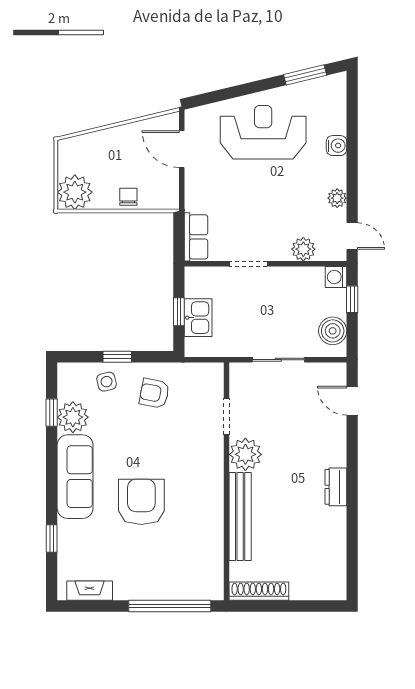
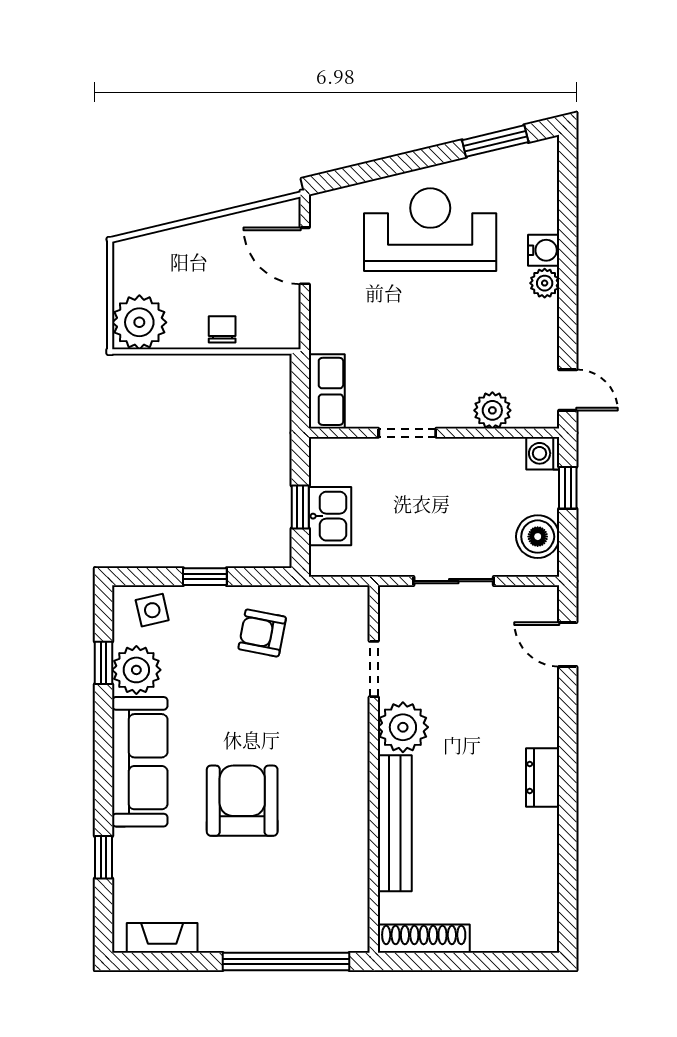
plant: (337, 198) -> (545, 283), moved
side table: (107, 382) -> (152, 610), moved

